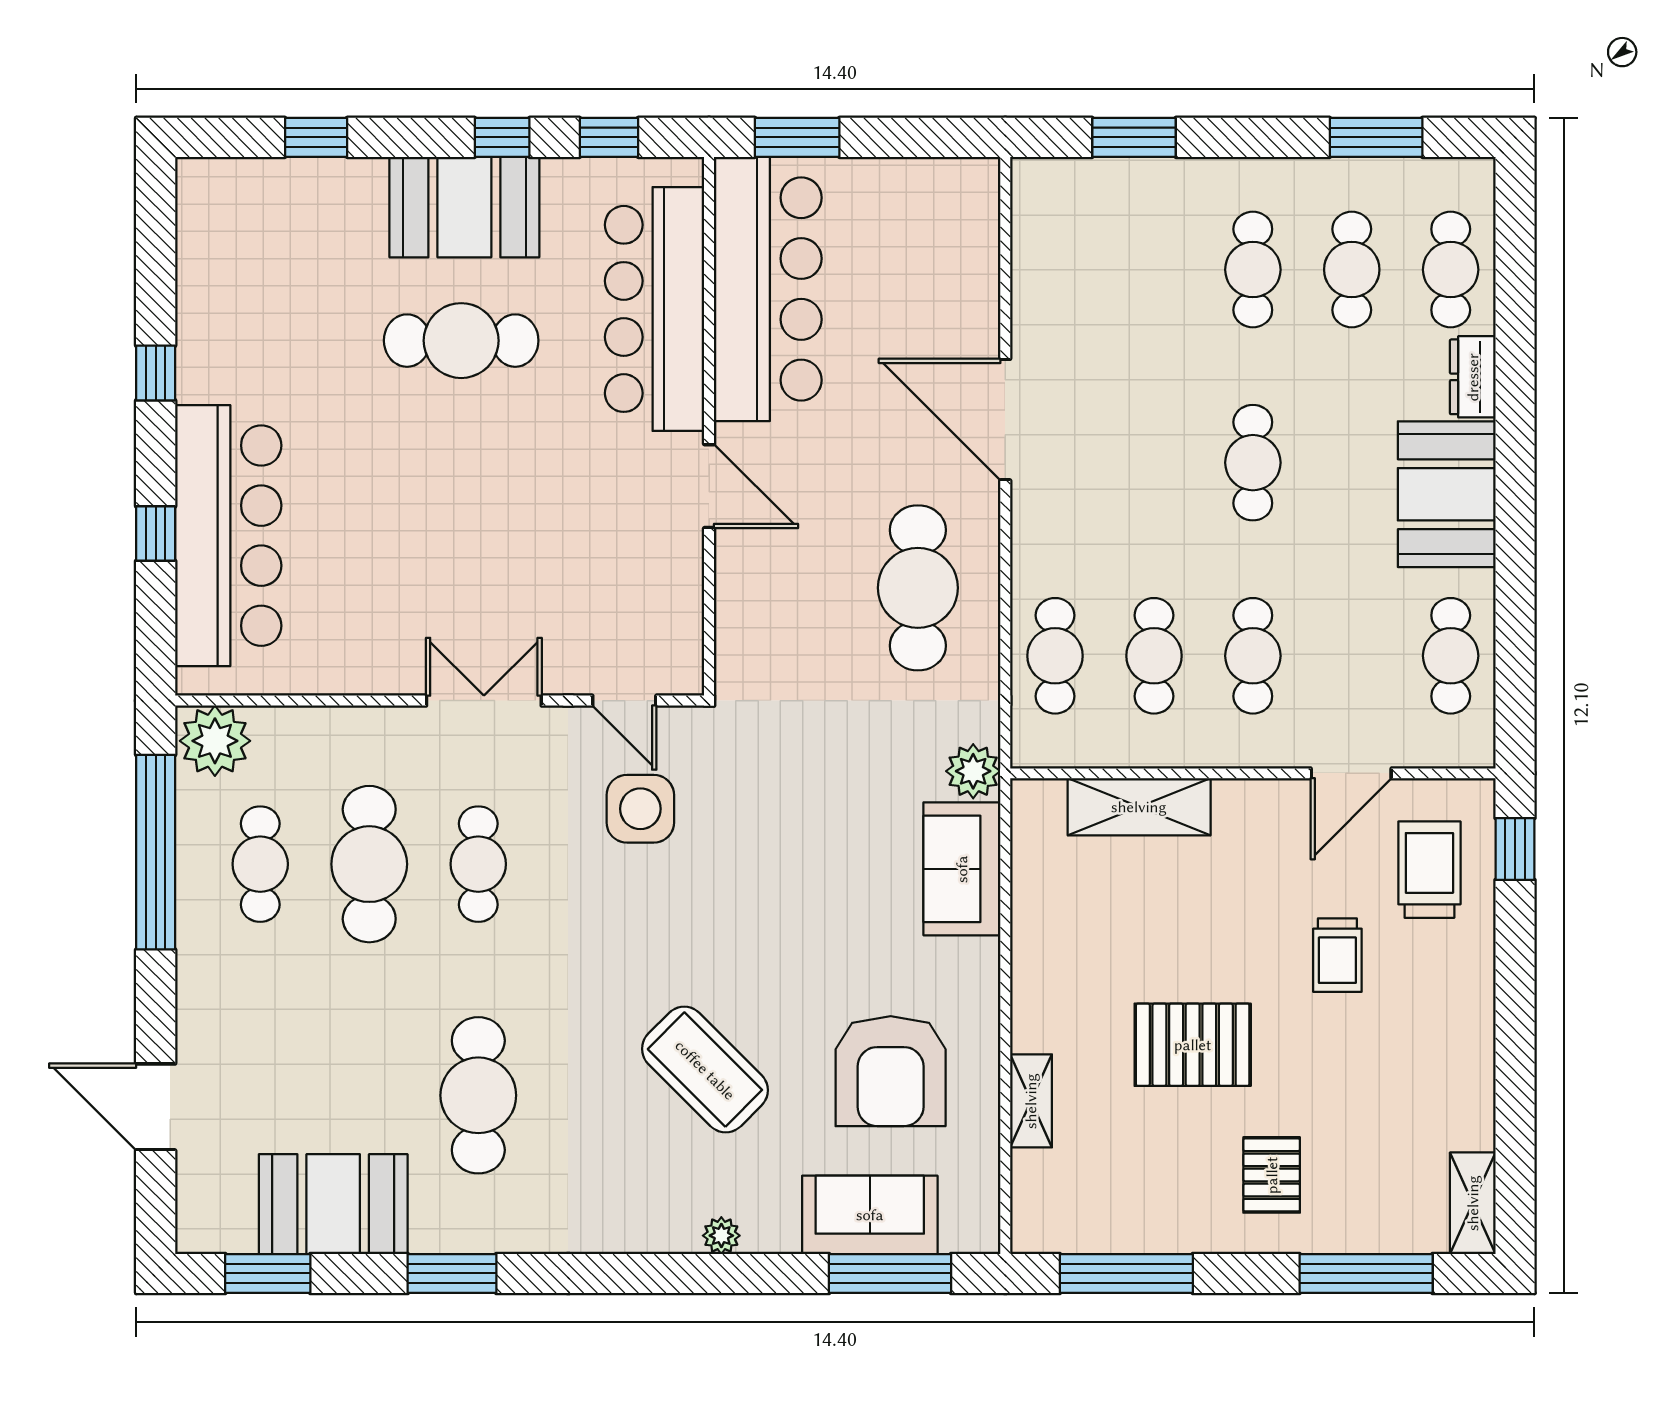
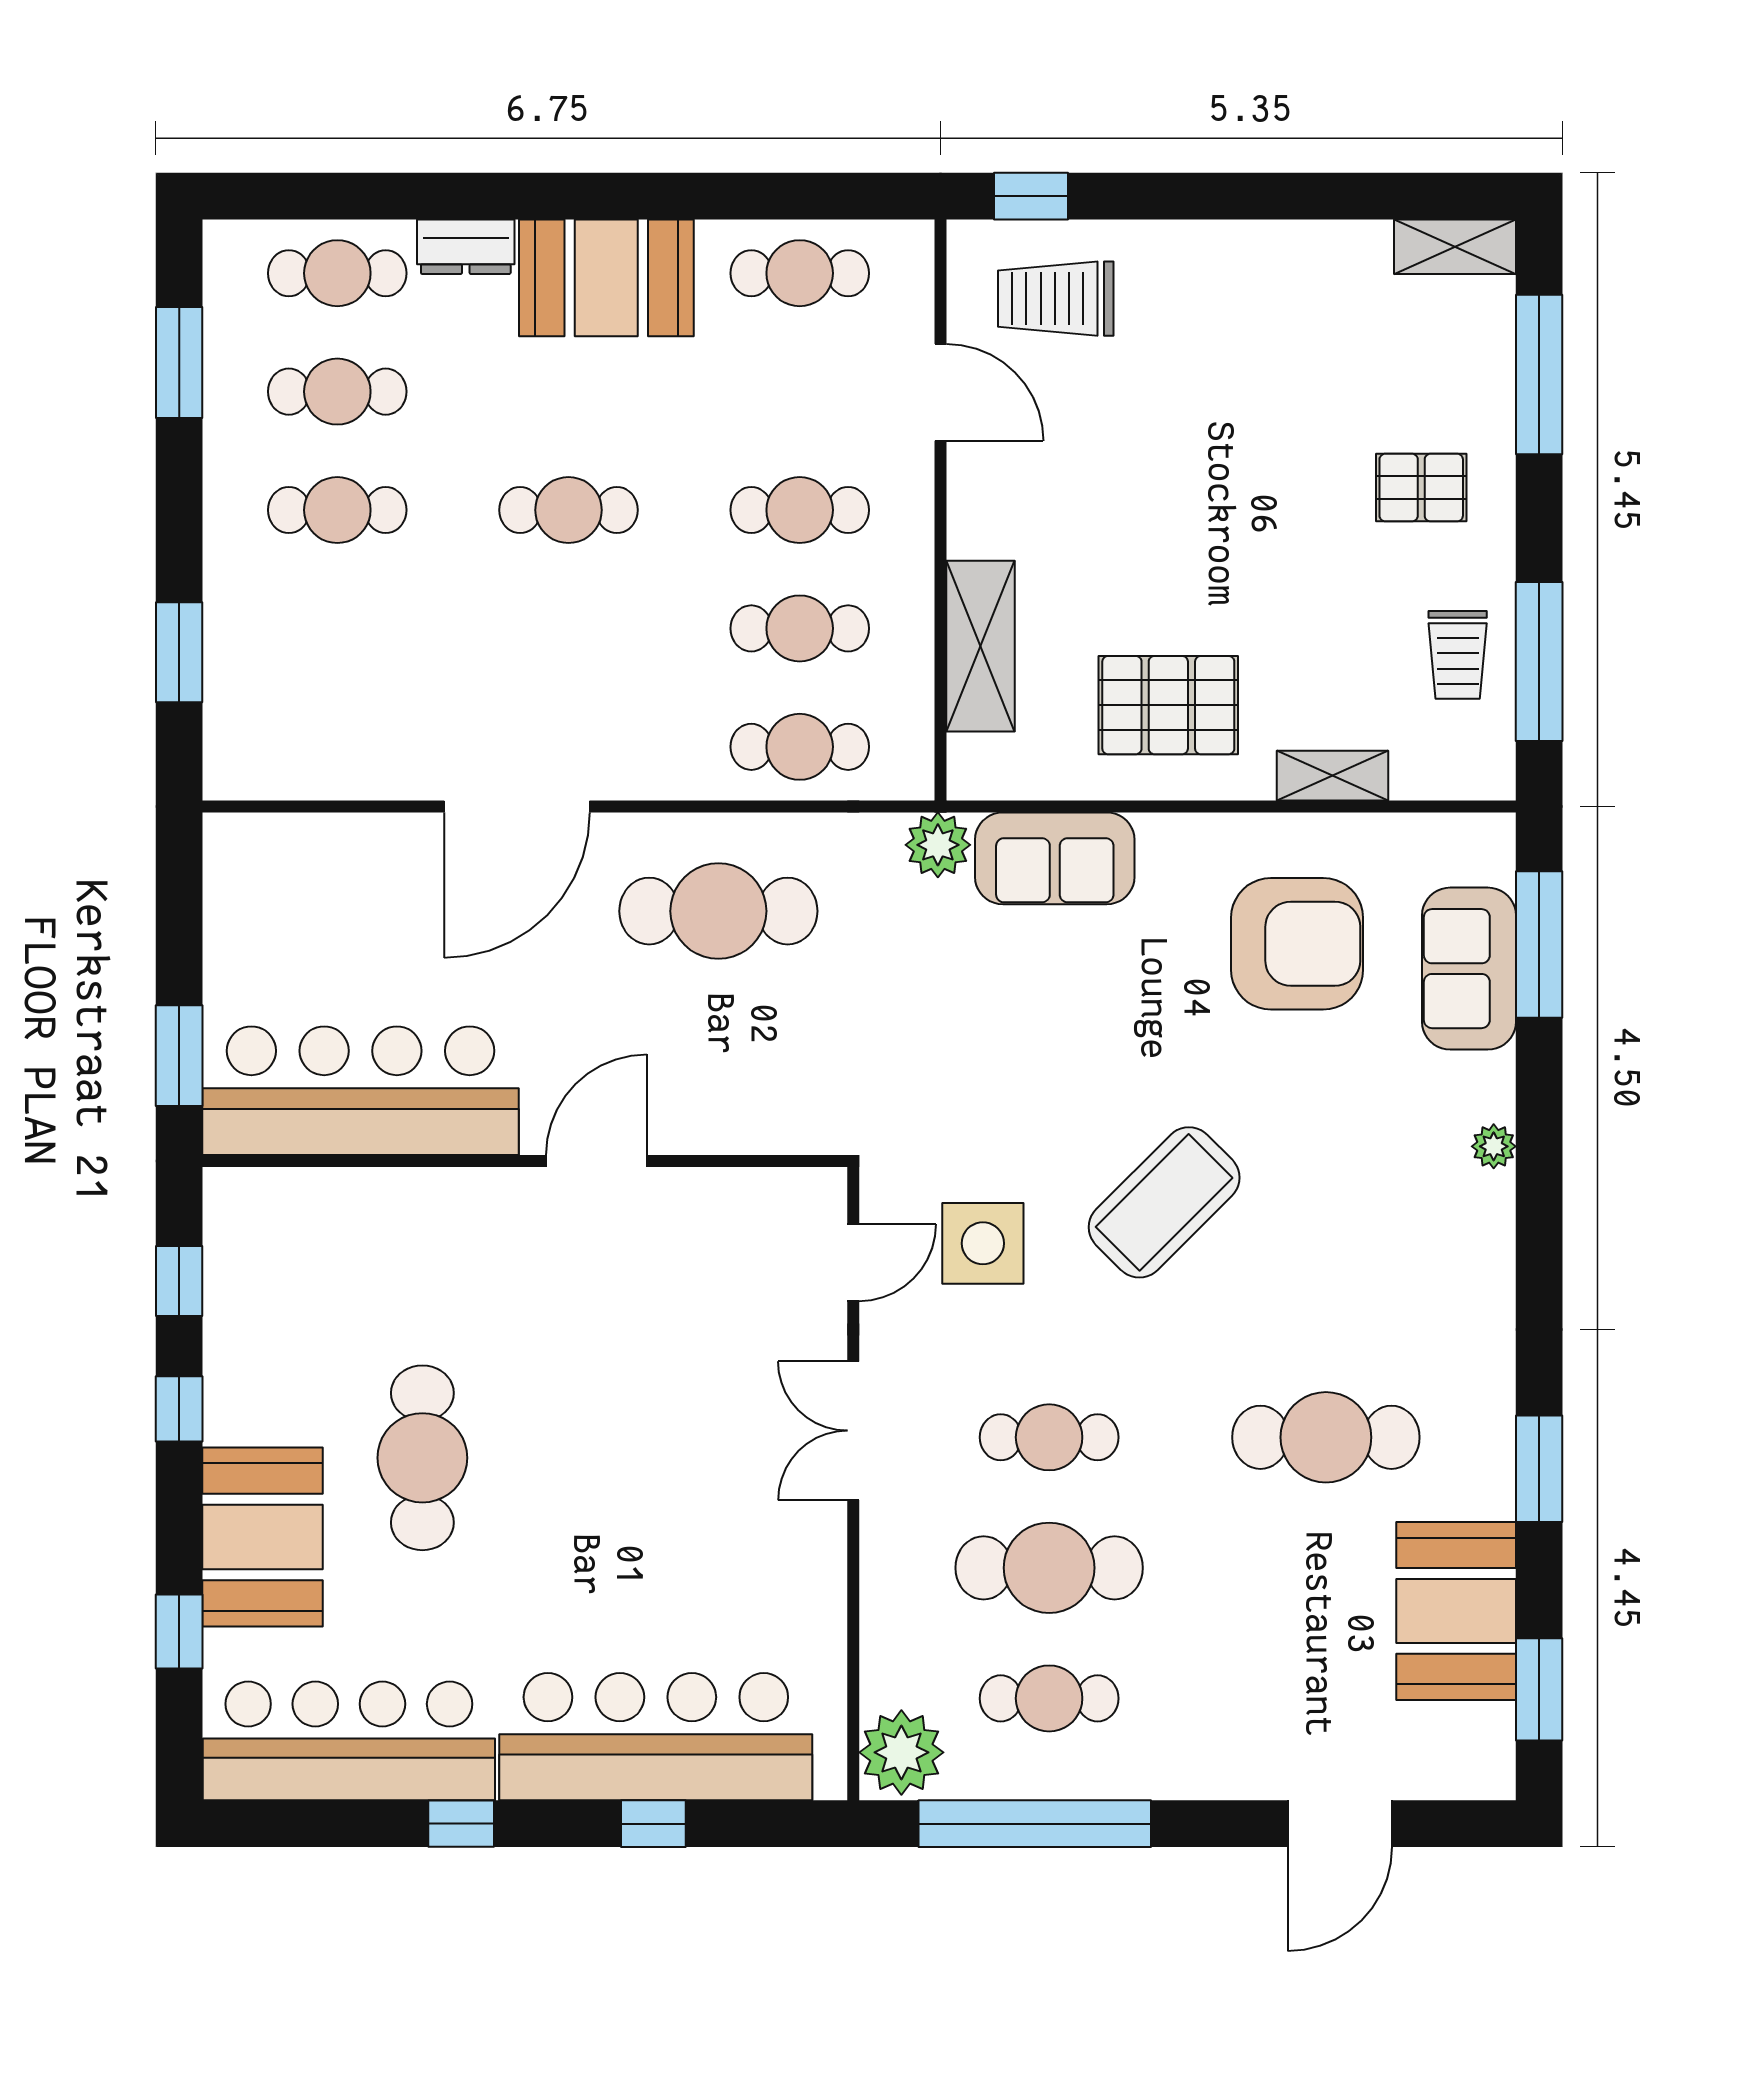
booth: (464, 207) -> (263, 1537), moved
bar counter: (655, 309) -> (349, 1741), moved, turned 180
trolley: (1337, 955) -> (1458, 655), moved, turned 90
pallet: (1193, 1045) -> (1168, 705), moved, turned 90
coffee table: (705, 1070) -> (1164, 1202), moved

